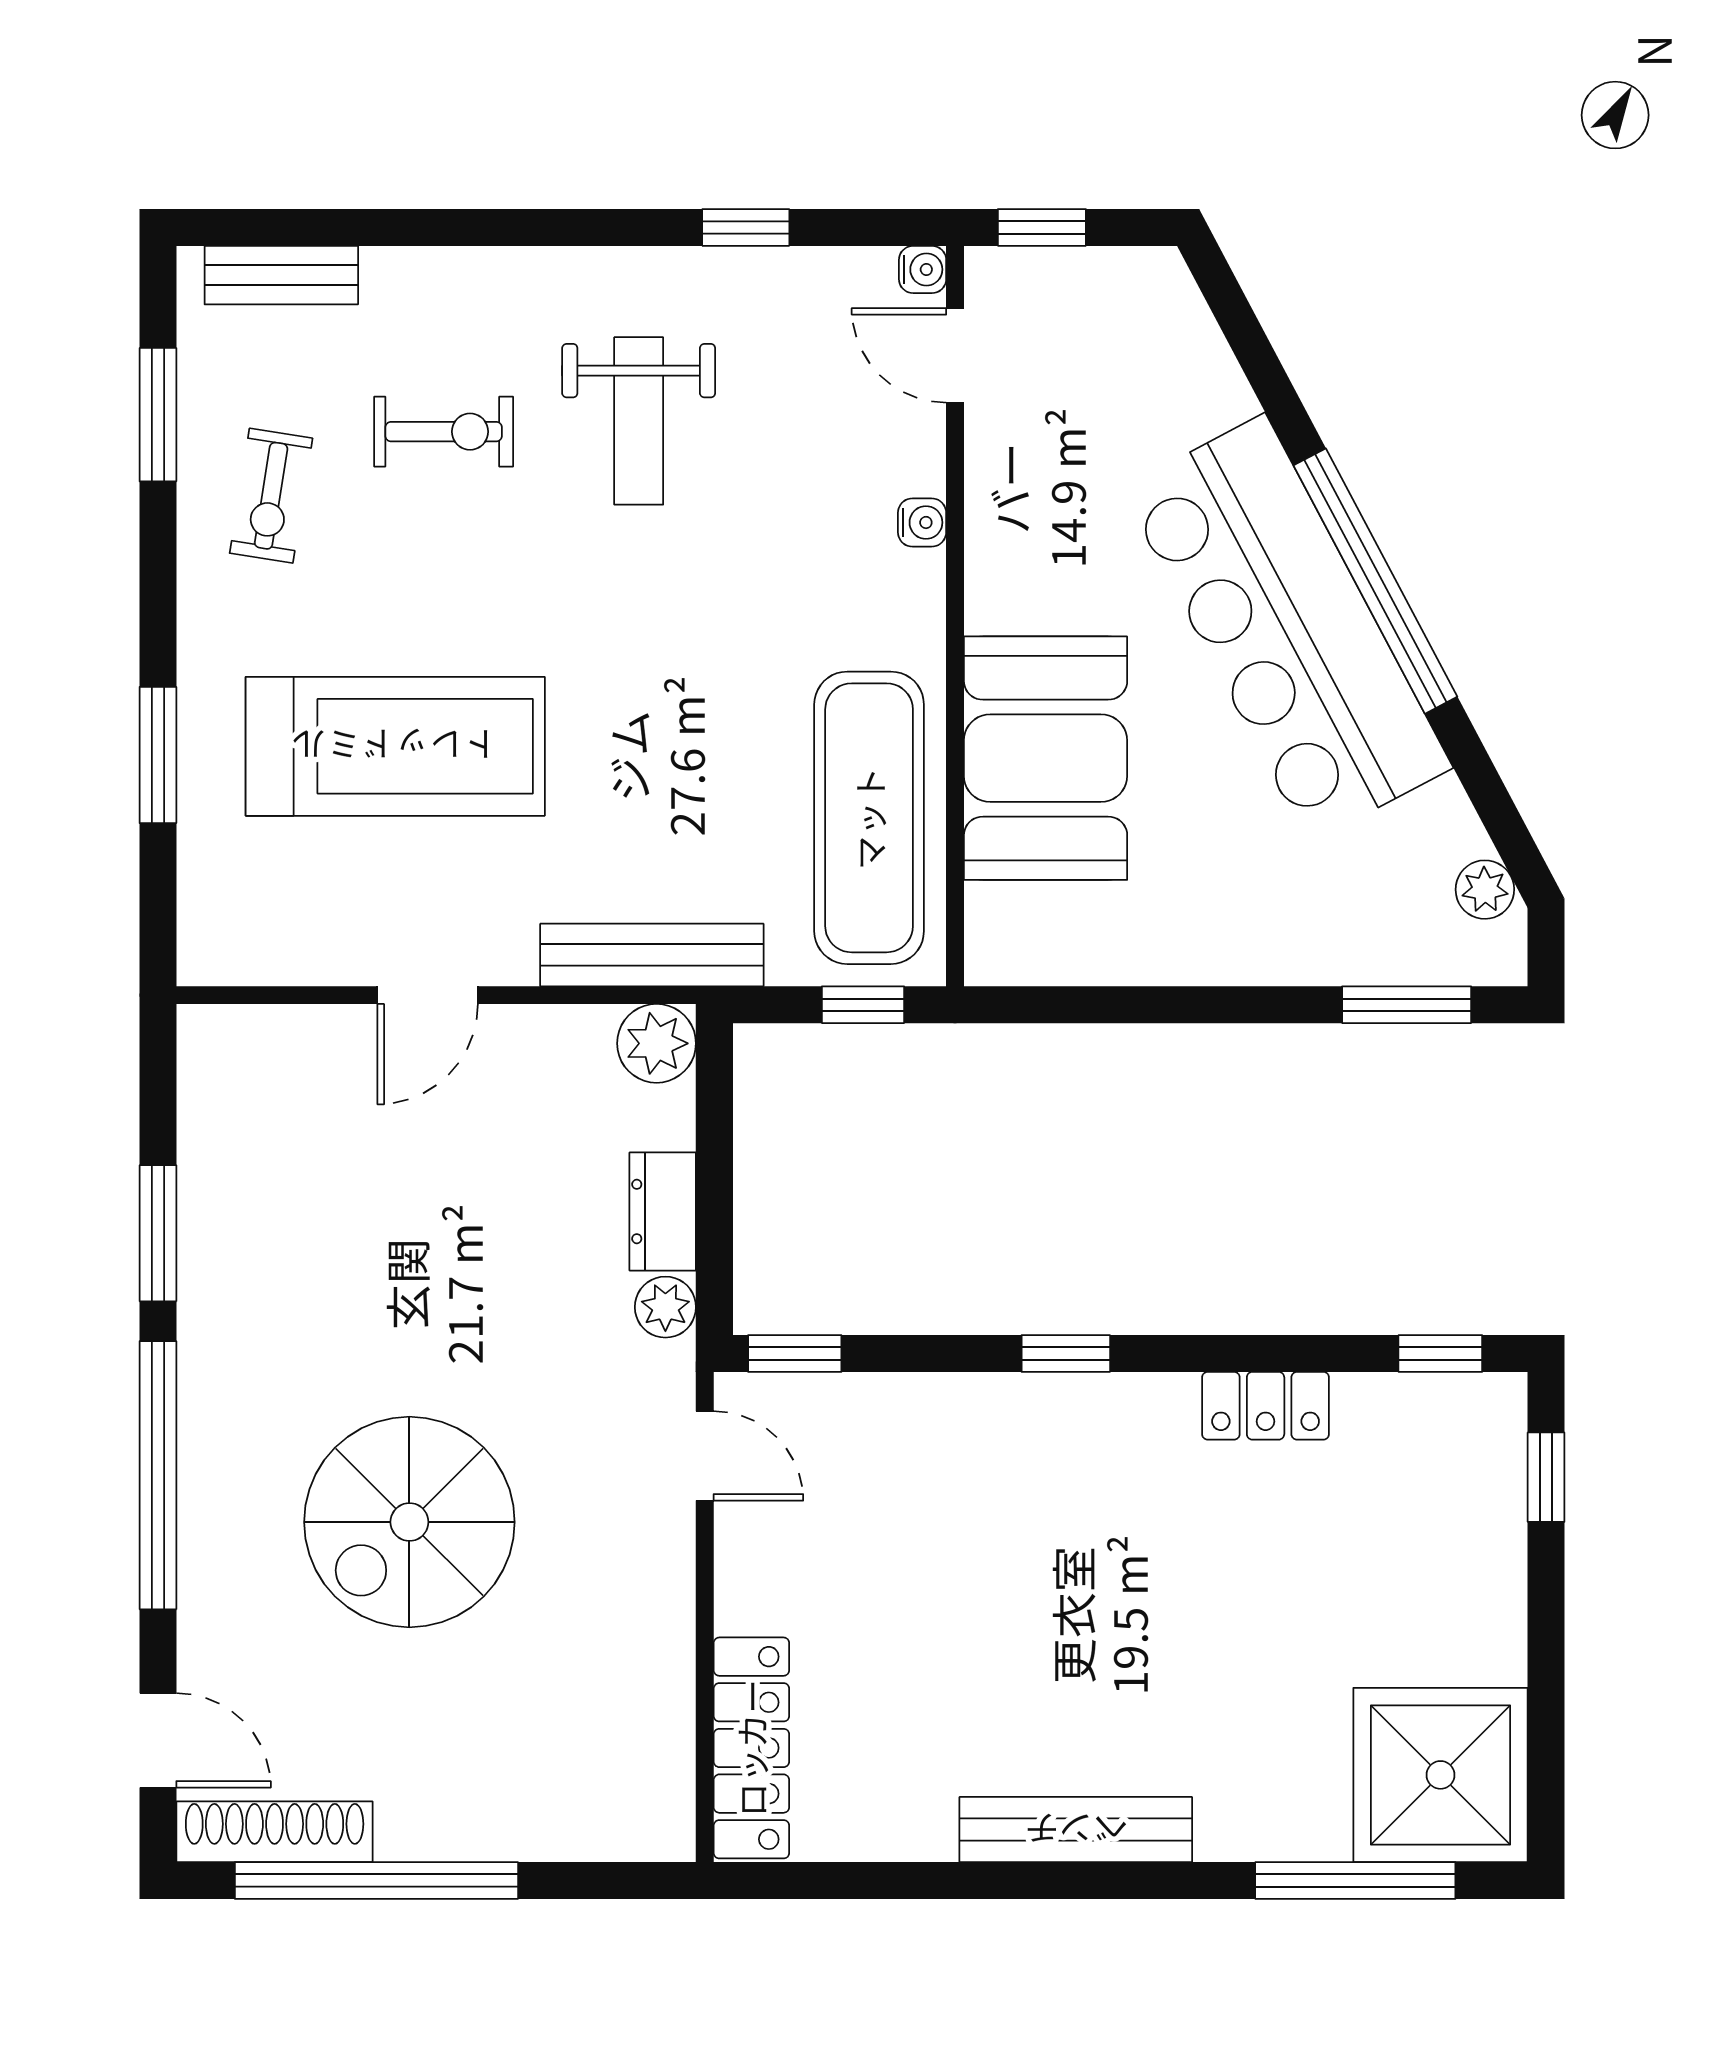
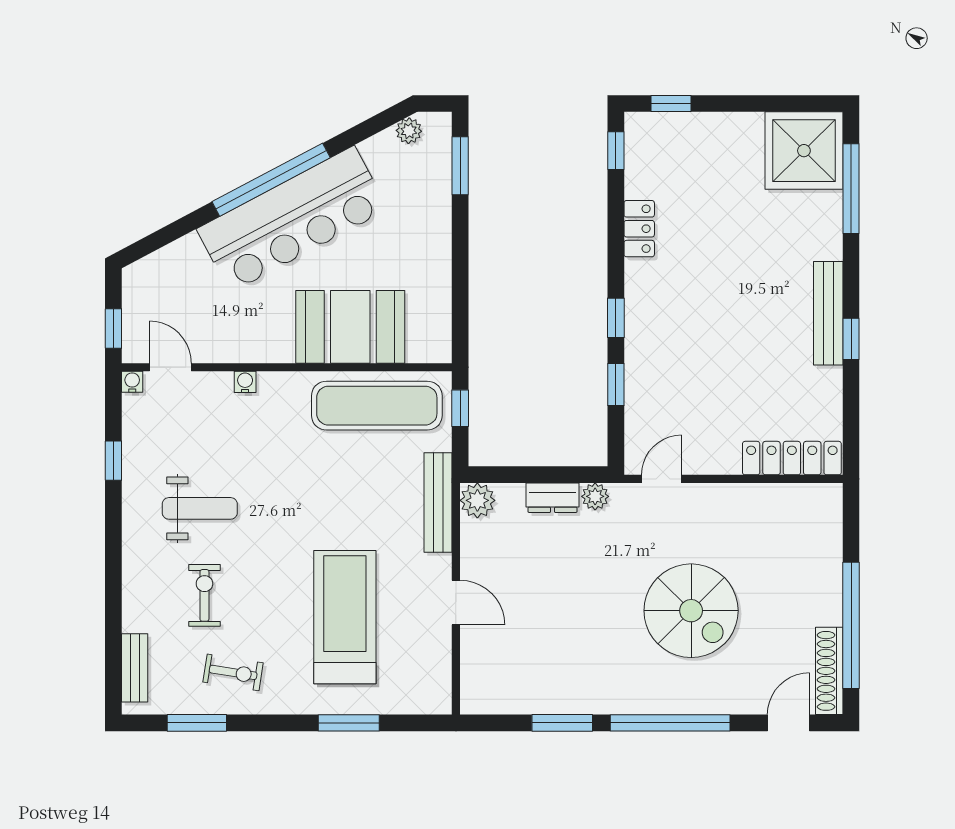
door: (955, 355) -> (170, 367), swing flipped
window: (795, 1354) -> (616, 385), moved
window: (1019, 1880) -> (851, 339), added

